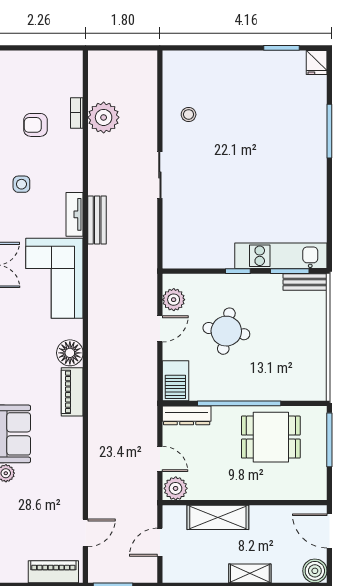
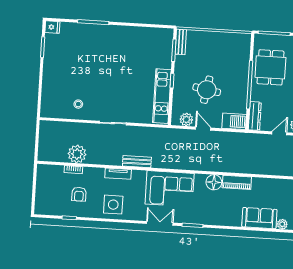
side table: (21, 184) -> (113, 205), width x1.87, depth x1.87
tv unit: (75, 214) -> (118, 174), moved
kitchen unit: (281, 256) -> (162, 96), moved

